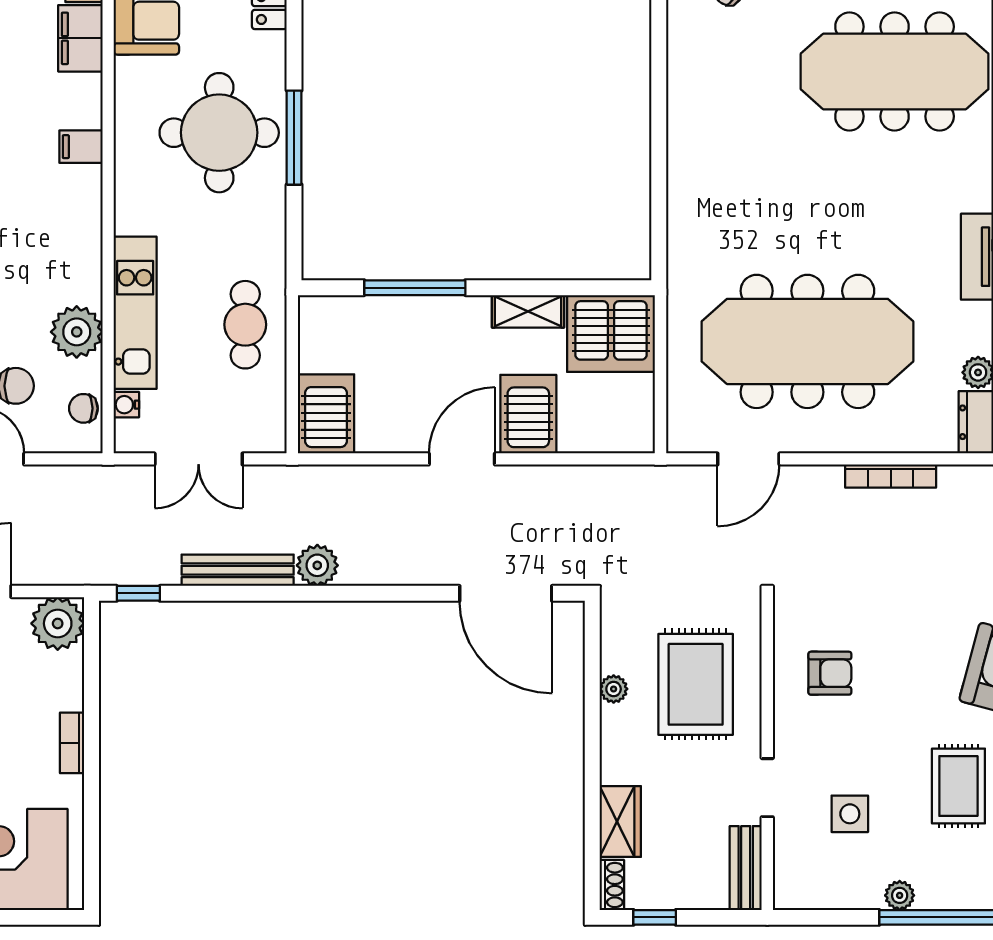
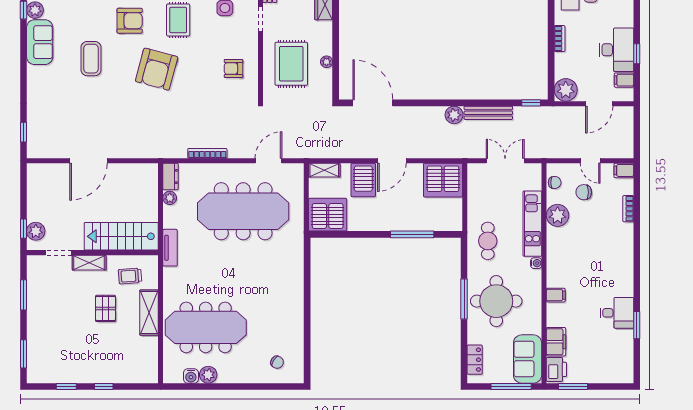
shelving: (528, 311) -> (324, 170), moved
cafe table: (245, 325) -> (488, 241), moved
water cooler: (126, 405) -> (536, 263), moved
server rack: (326, 414) -> (443, 180), width x1.60

